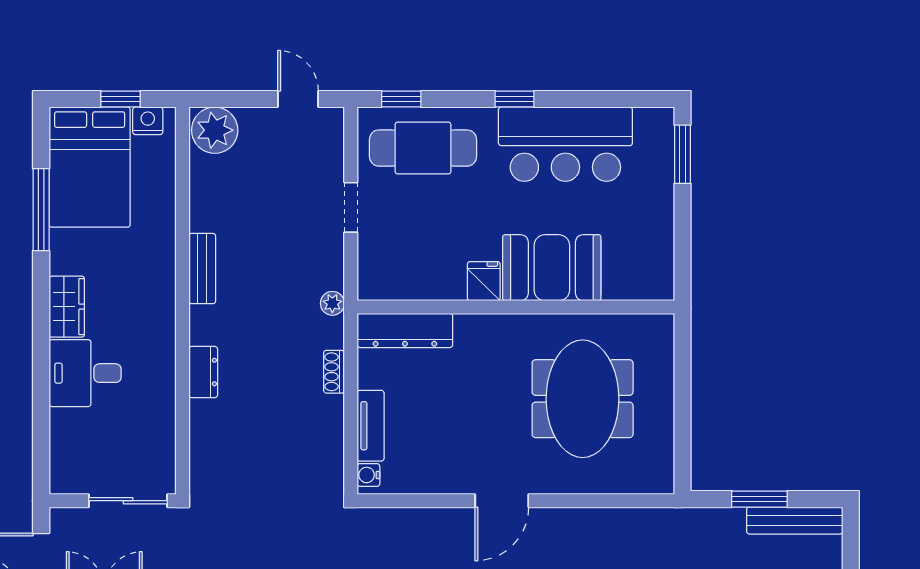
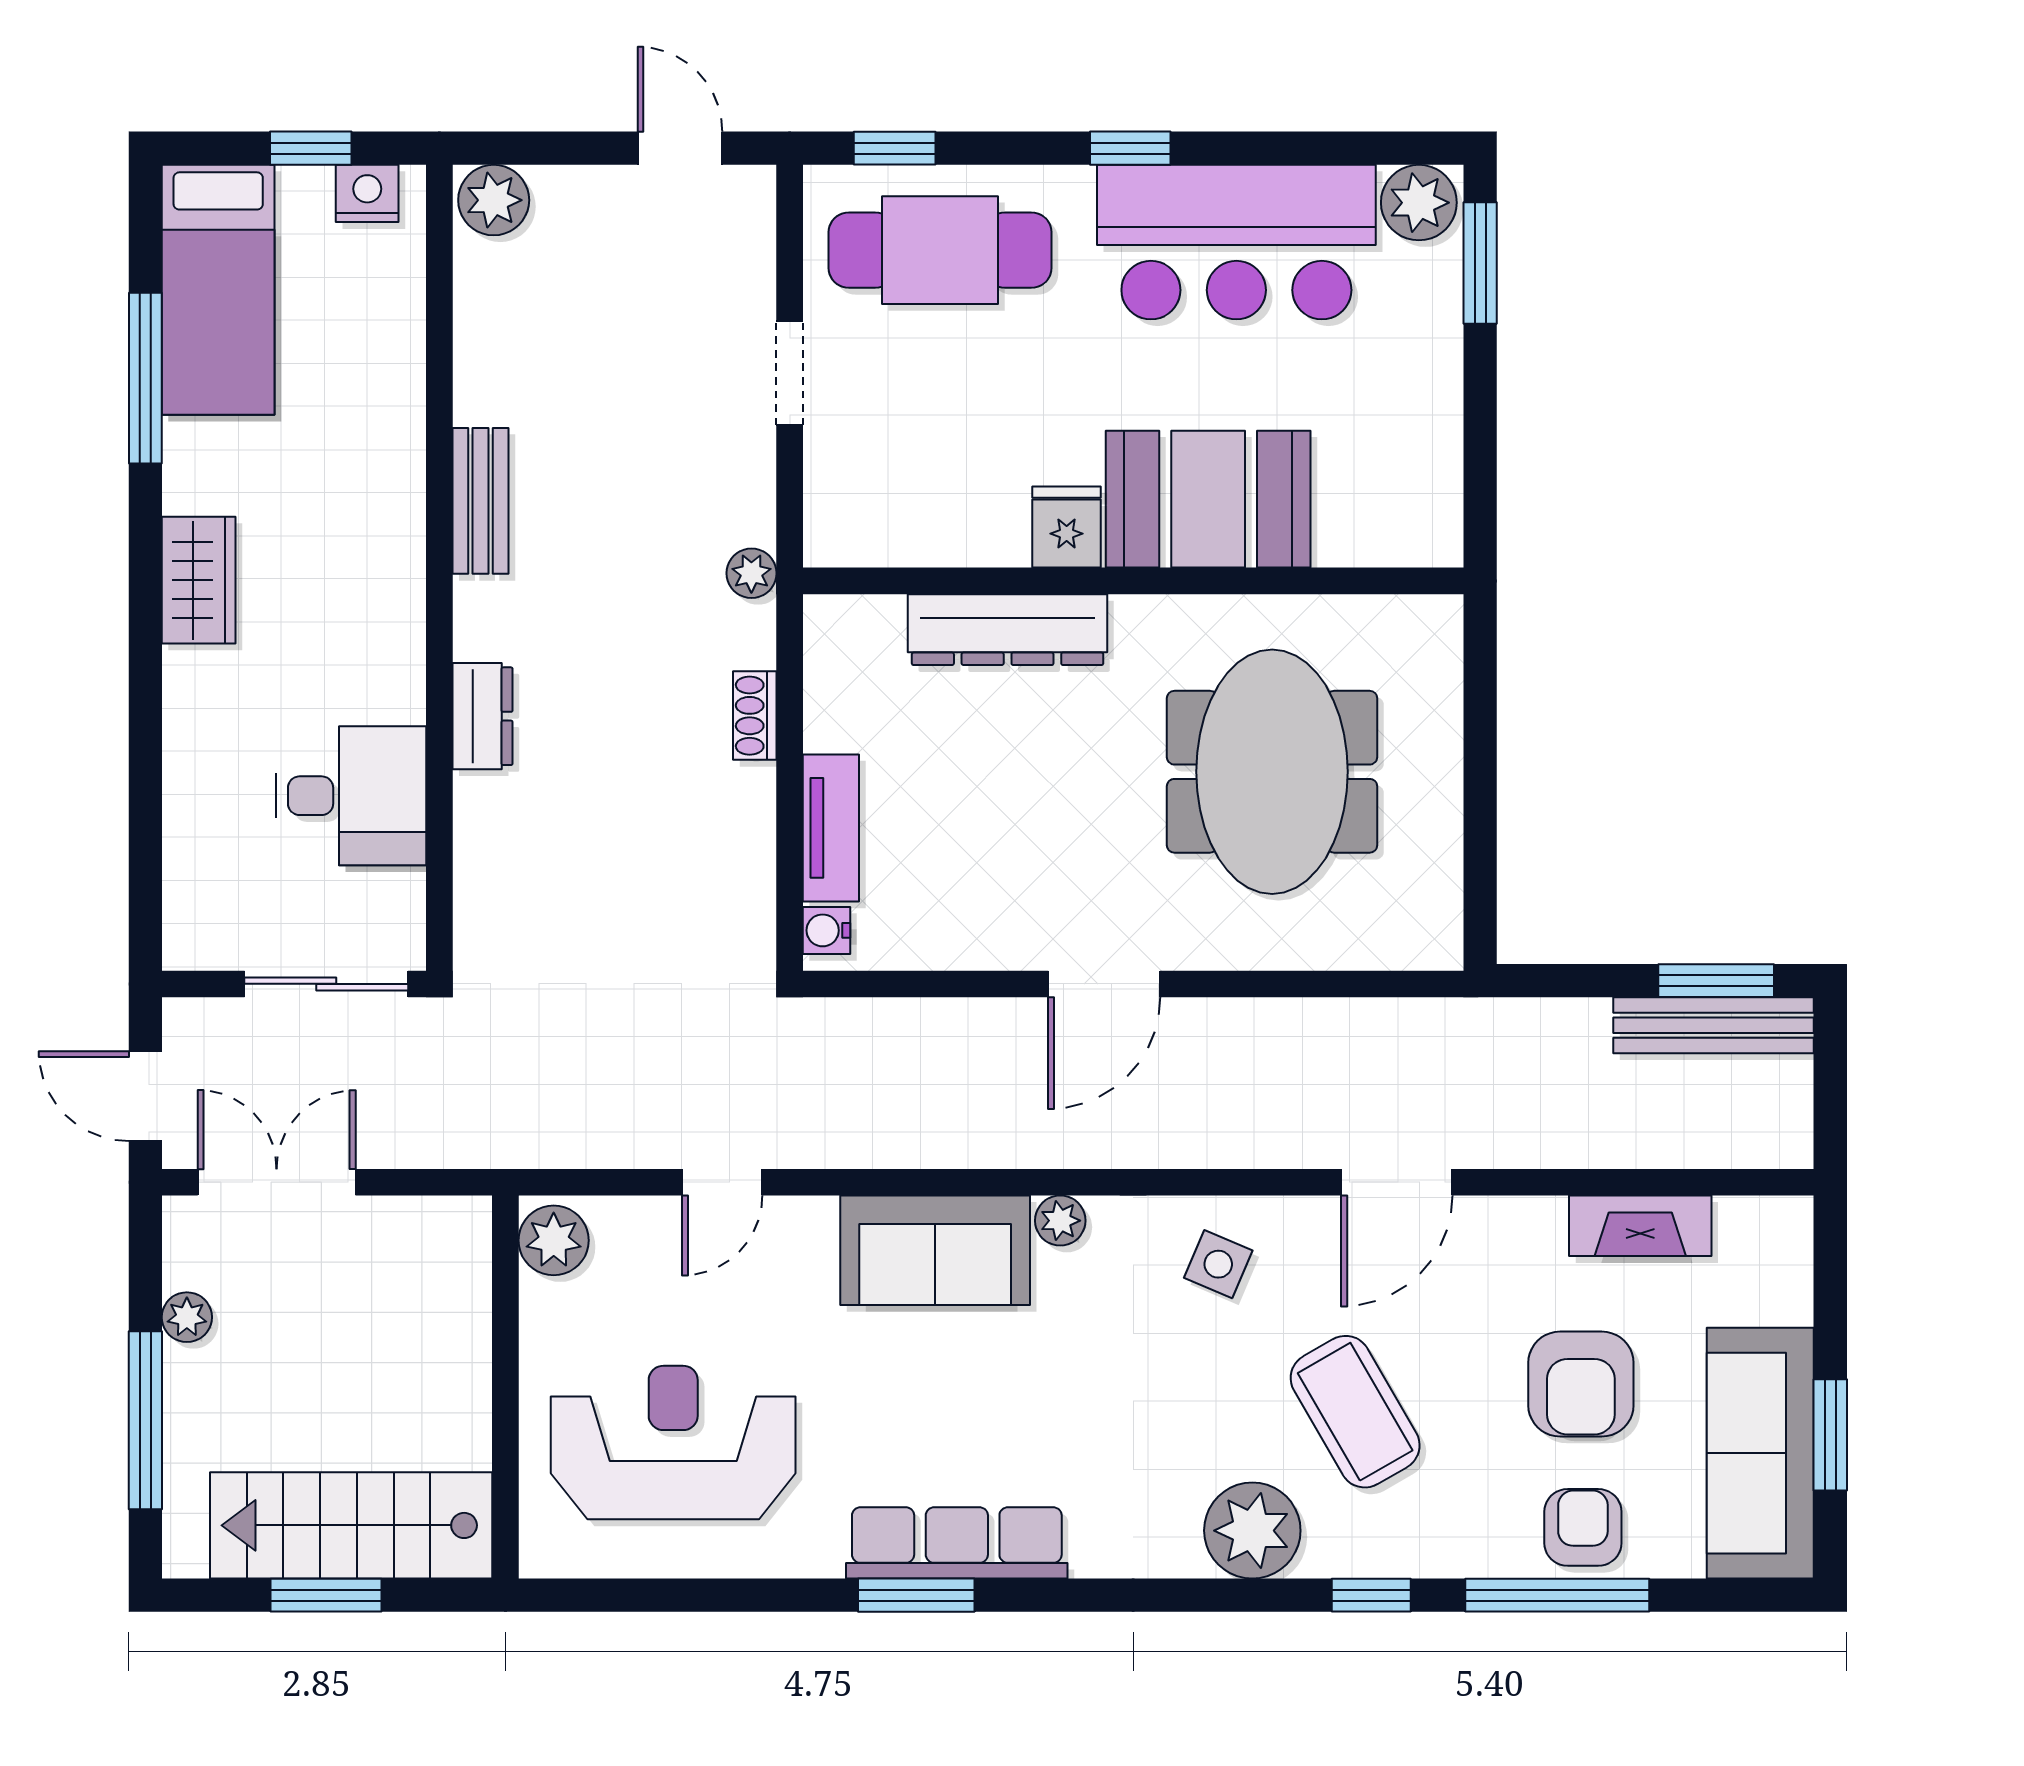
plant: (653, 125) -> (1419, 203), added
plant: (215, 130) -> (494, 200), width x0.73, depth x0.73
bed: (90, 167) -> (218, 290), width x0.67
dresser: (405, 330) -> (1008, 630), moved
desk: (85, 373) -> (351, 796), moved, turned 180
window: (759, 499) -> (1716, 981), moved

